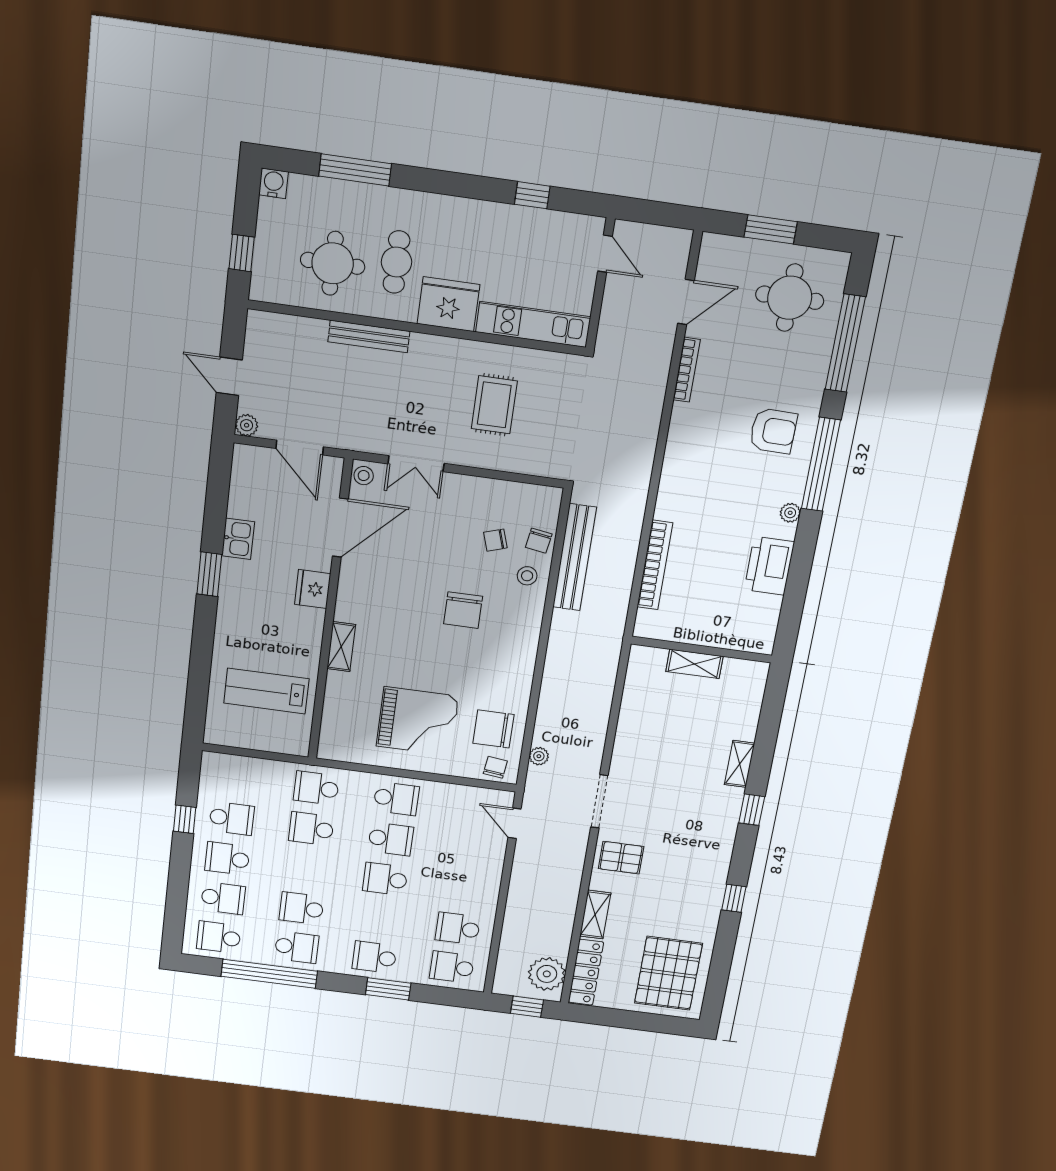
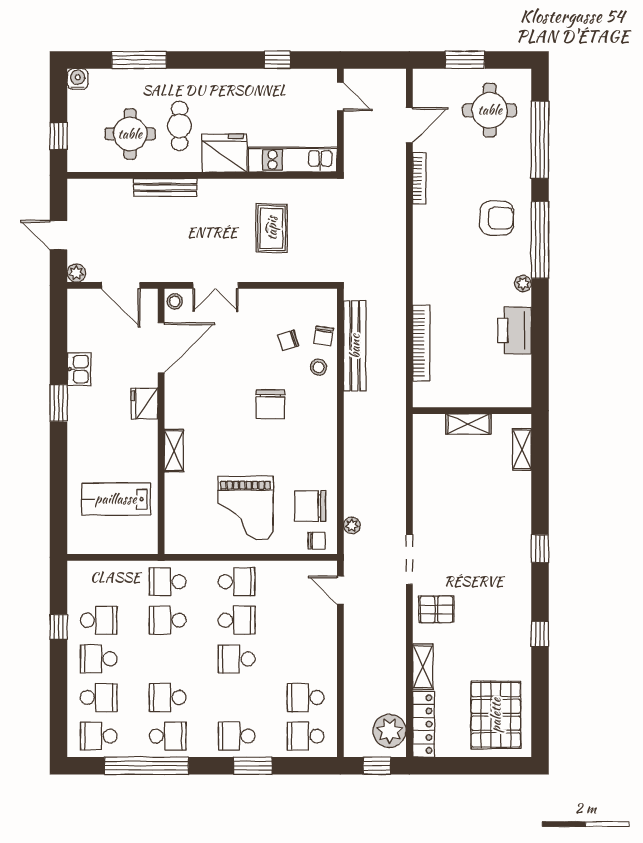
grand piano: (418, 721) -> (246, 508), turned 90
shelving: (740, 764) -> (522, 449), moved
chair: (495, 767) -> (317, 541), turned 83

